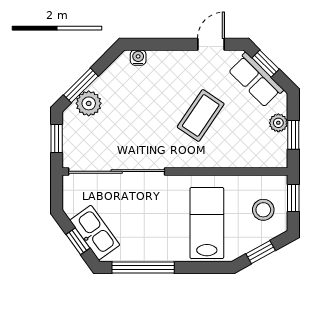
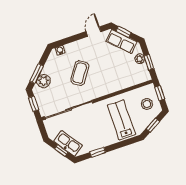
coffee table: (201, 115) -> (80, 73), moved
window: (143, 267) -> (98, 152), width x0.46

